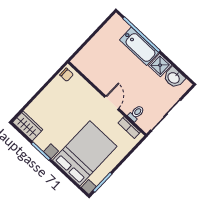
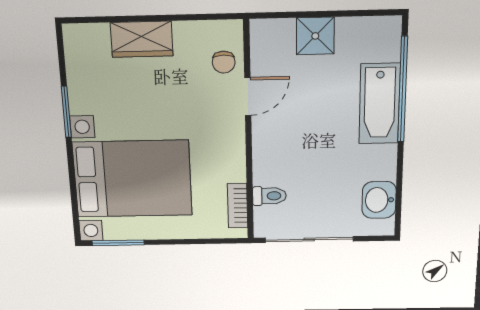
shower: (160, 65) -> (315, 36), moved
chair: (67, 75) -> (224, 62), moved
door: (112, 103) -> (248, 96), moved
wardrobe: (28, 126) -> (142, 39), moved, turned 90

